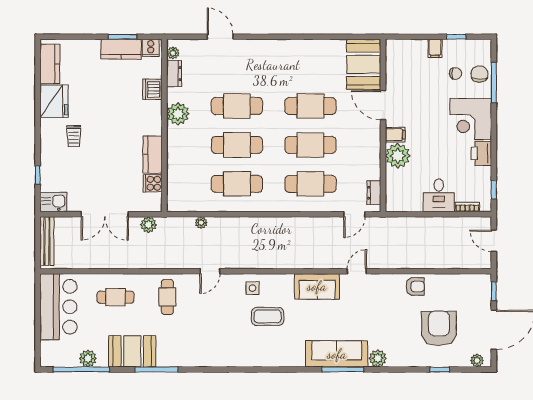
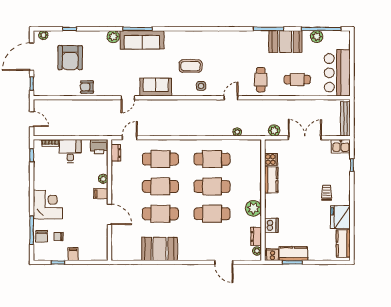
booth: (364, 64) -> (160, 249), moved, turned 90
printer: (481, 153) -> (99, 147), moved, turned 90
plant: (398, 156) -> (103, 179), width x0.53, depth x0.53

